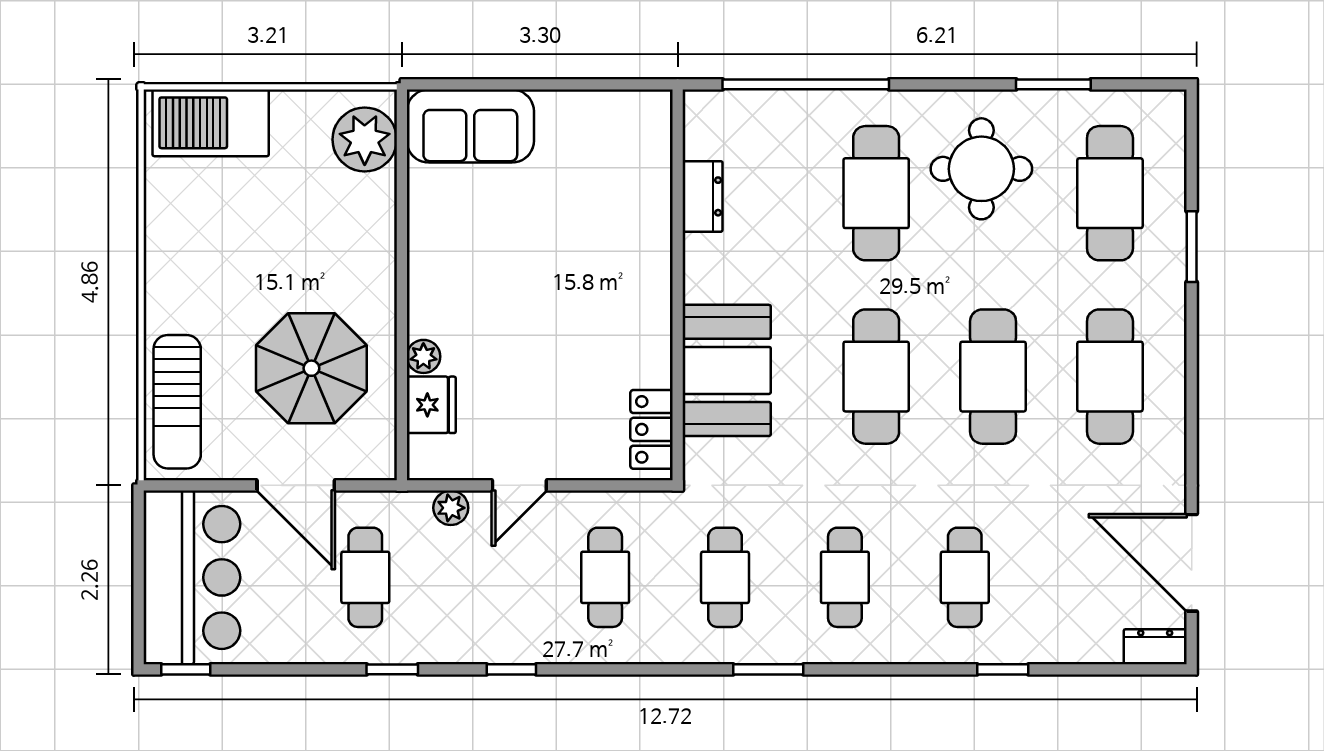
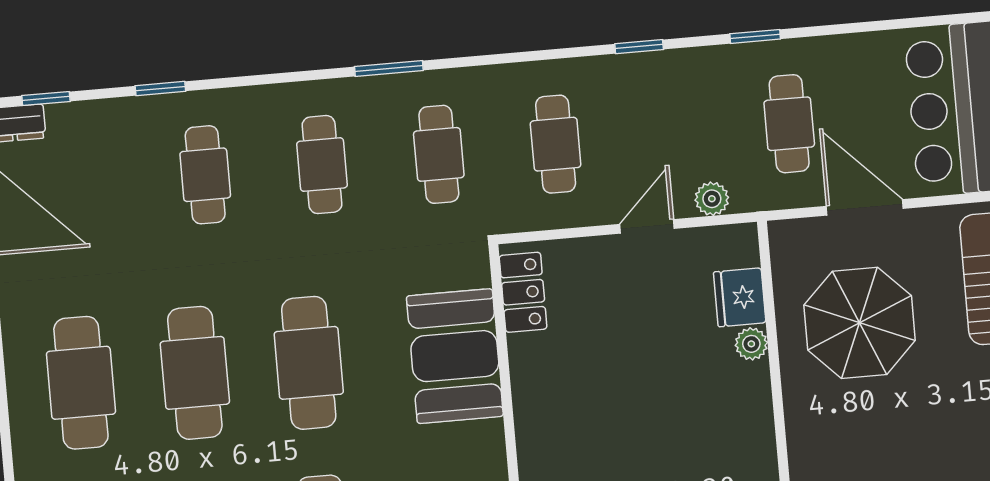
window: (186, 669) -> (46, 98), moved

